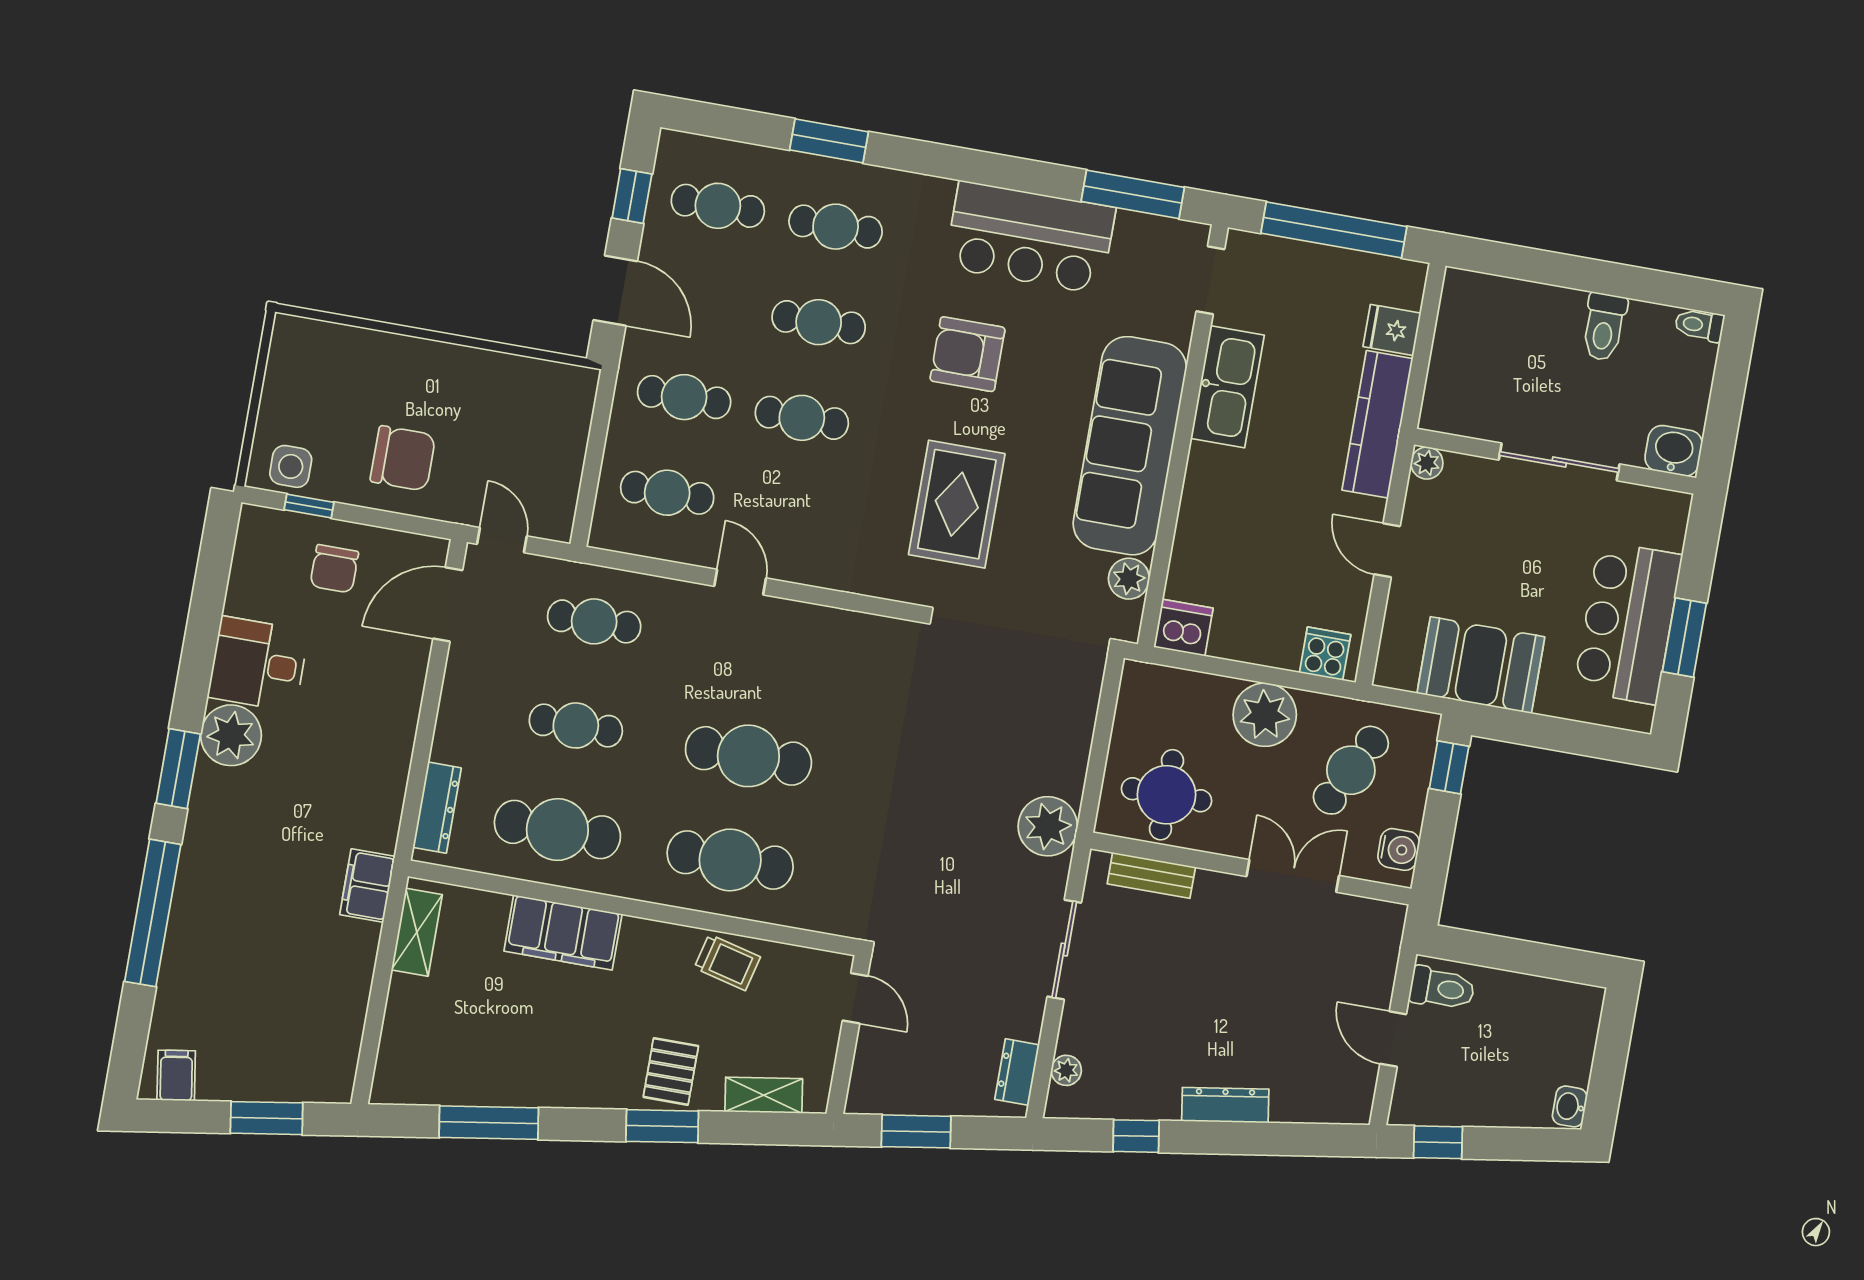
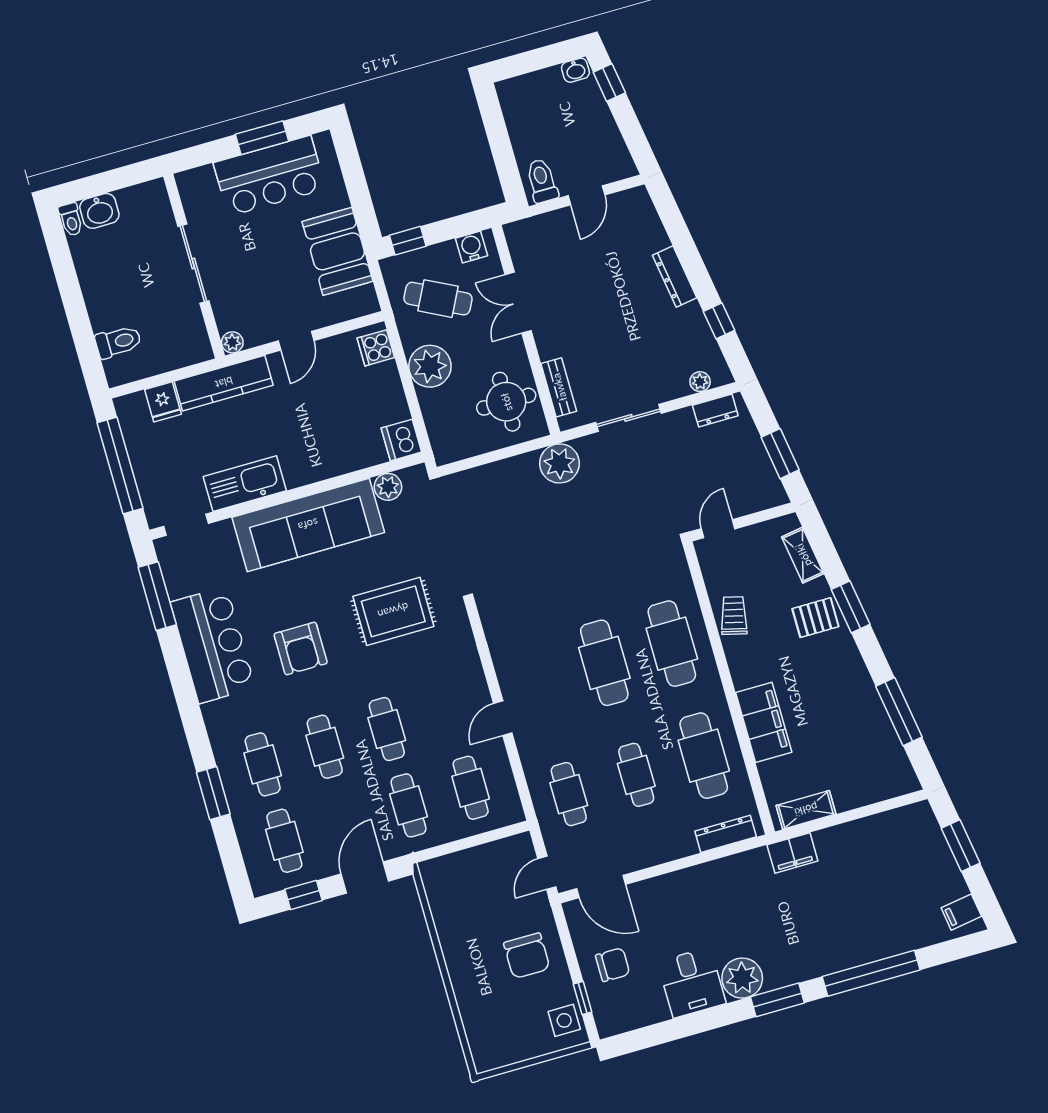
toilet: (1604, 327) -> (118, 342), moved
washbasin: (1674, 451) -> (99, 211), moved, turned -90
chair: (403, 458) -> (527, 956), turned 180
window: (1438, 1142) -> (609, 83), moved

